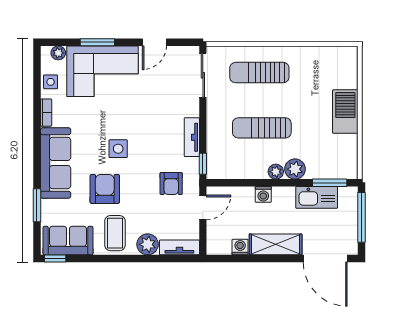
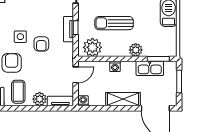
window: (203, 164) -> (76, 28), moved
plant: (276, 172) -> (92, 47), moved, width x1.88, depth x1.88
armchair: (171, 184) -> (41, 44), moved
window: (362, 217) -> (179, 81), width x0.69
washing machine: (240, 247) -> (83, 101), moved

